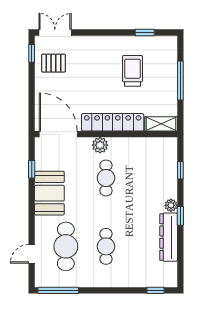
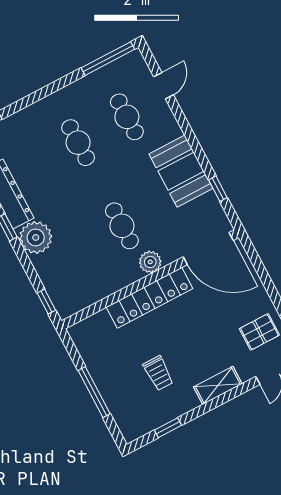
trolley: (133, 71) -> (158, 373), width x0.73, depth x0.72
shelving: (161, 124) -> (218, 385), moved
window: (180, 170) -> (46, 302), moved
plant: (171, 205) -> (36, 237), width x1.88, depth x1.88
cafe table: (66, 246) -> (127, 117), width x0.73, depth x0.74

